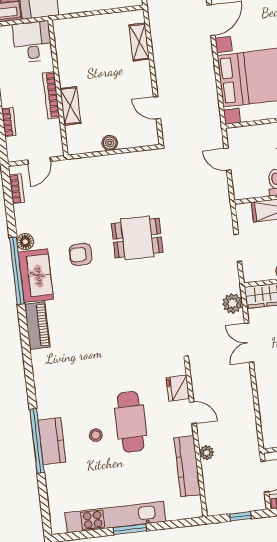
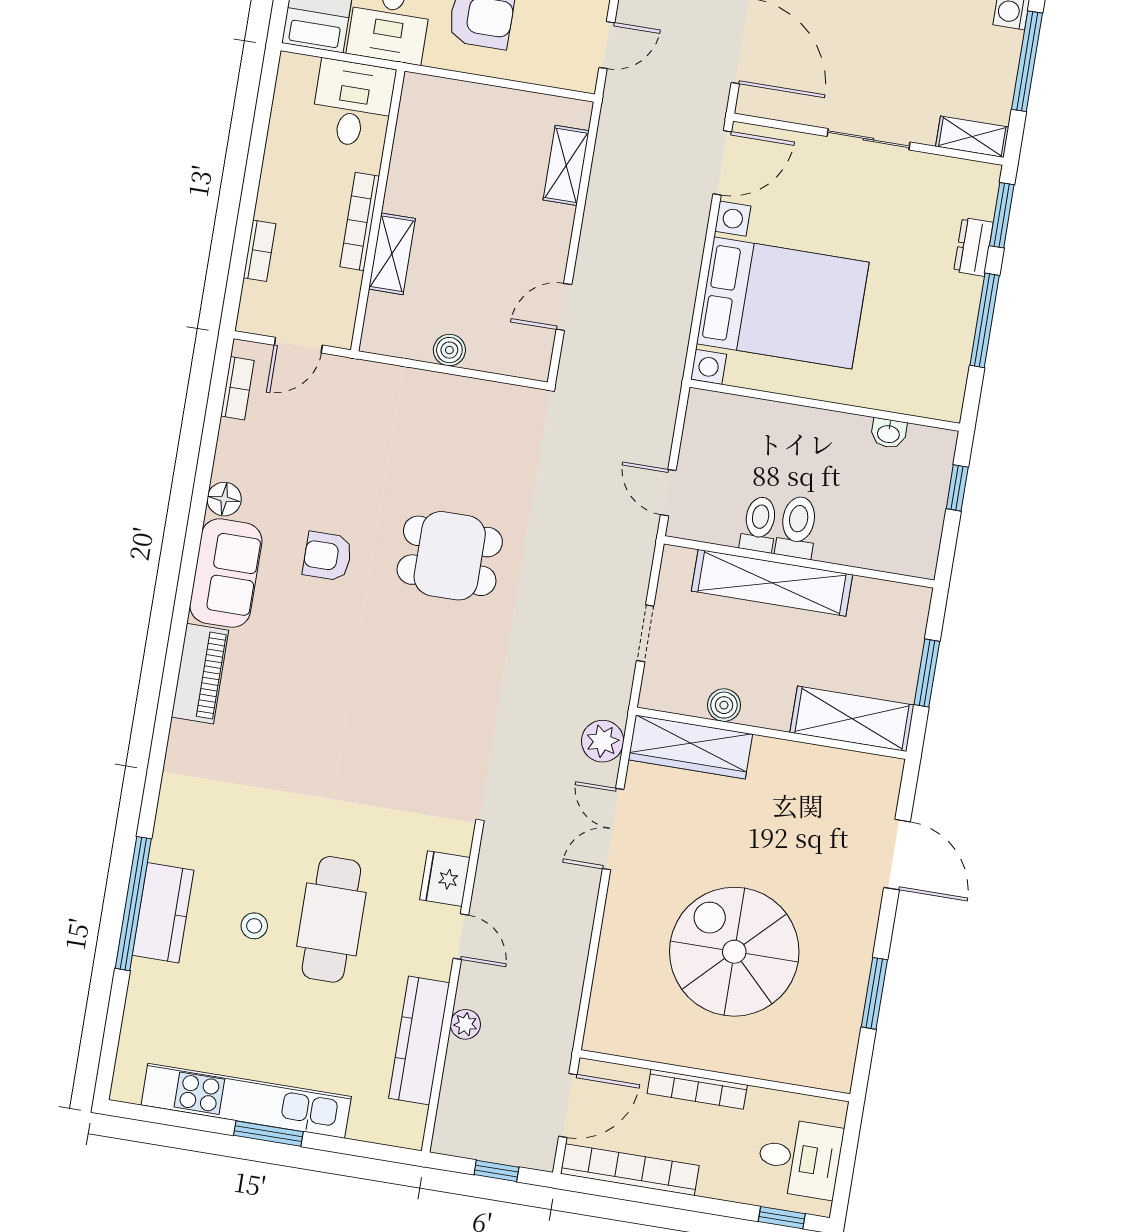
door: (157, 108) -> (564, 307), hinge flipped
door: (227, 159) -> (668, 493), moved
window: (17, 271) -> (191, 552), removed

